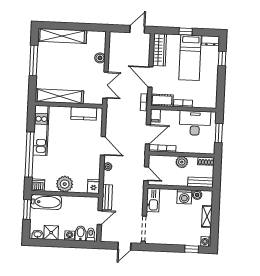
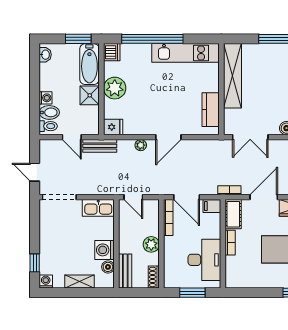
door: (146, 174) -> (133, 197), hinge flipped
shower: (51, 233) -> (90, 95), moved

